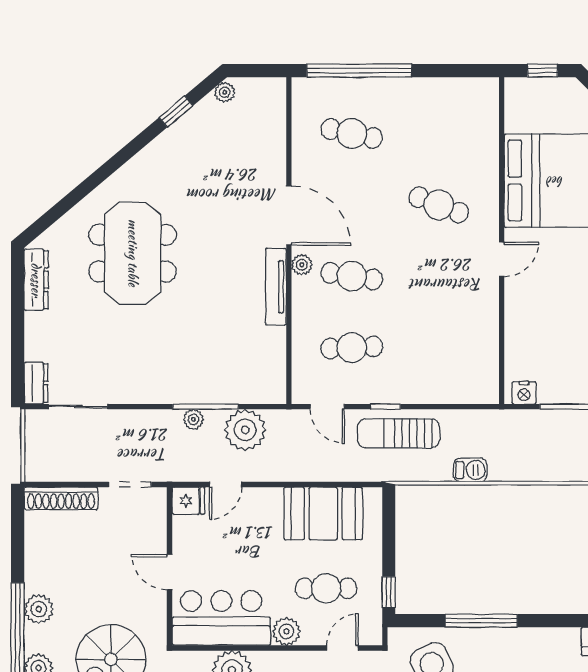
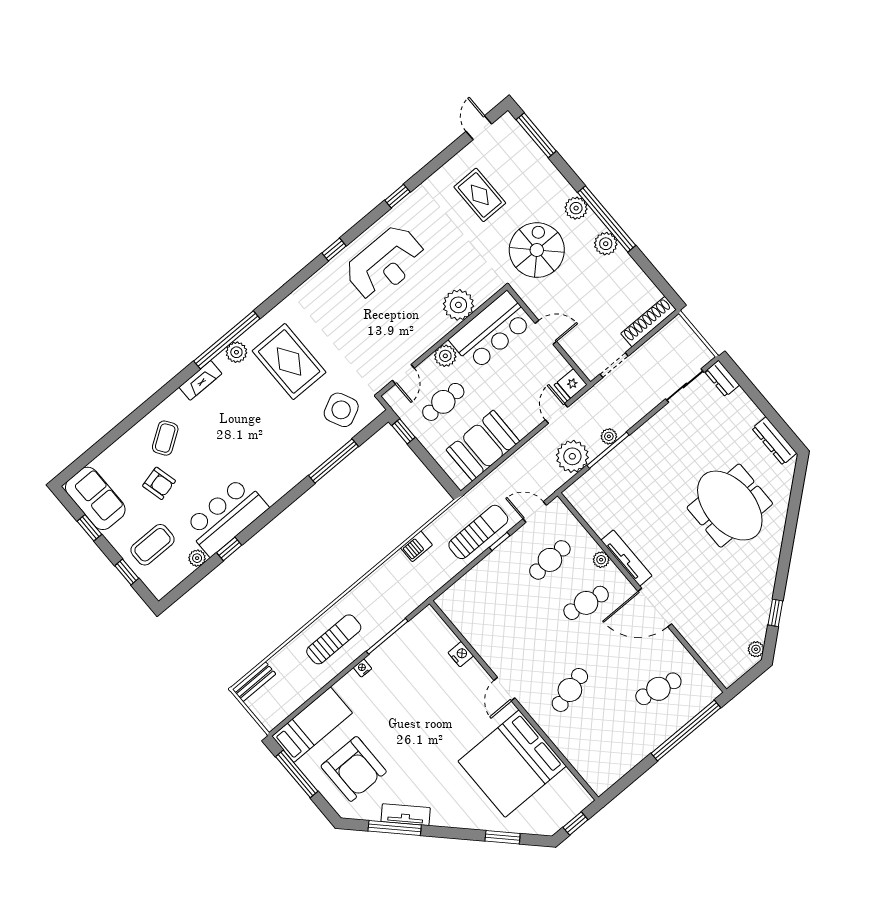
cafe table: (439, 205) -> (570, 690), turned -36
plant: (302, 265) -> (601, 560), moved
nightstand: (524, 393) -> (461, 654), moved, turned 90

